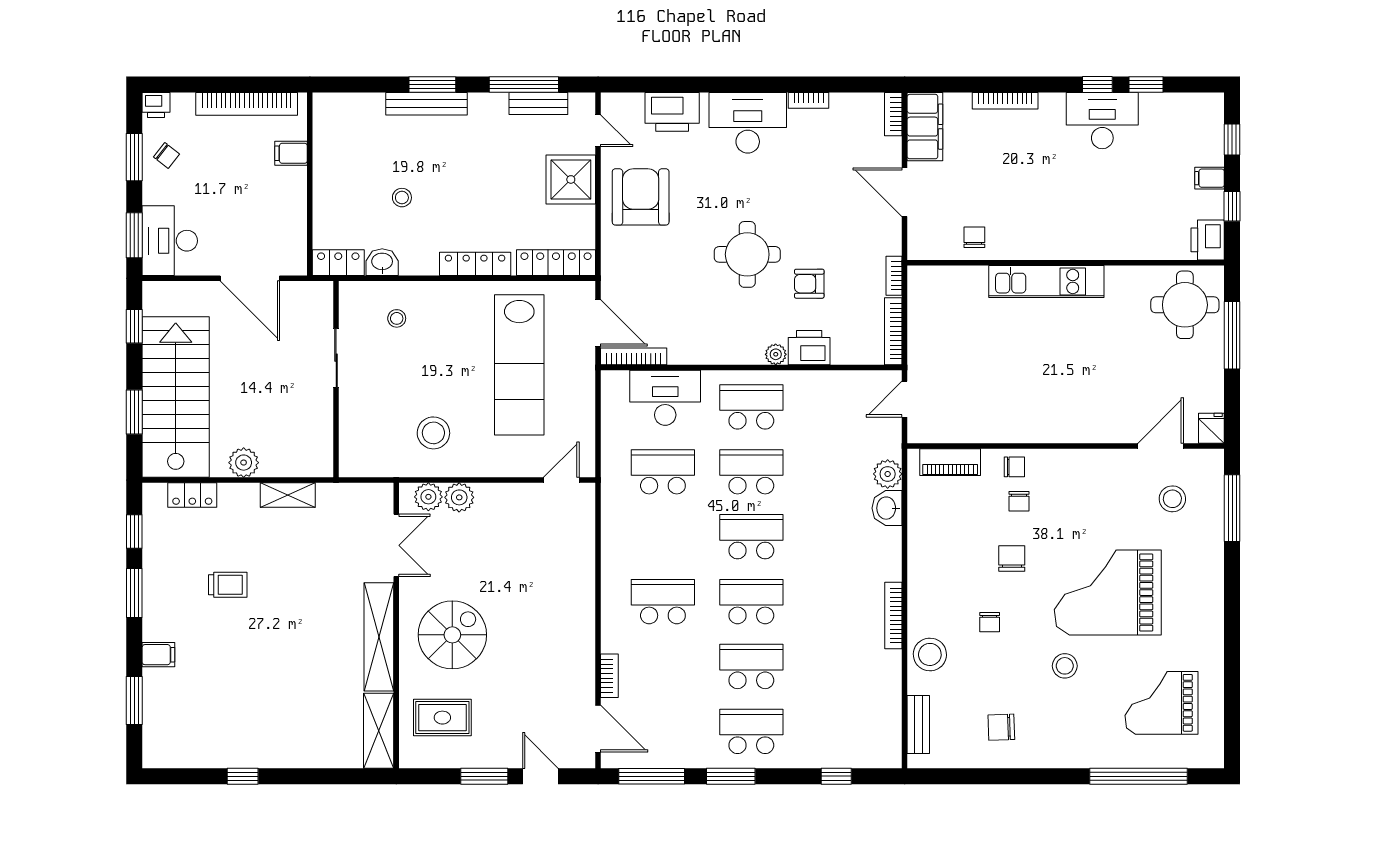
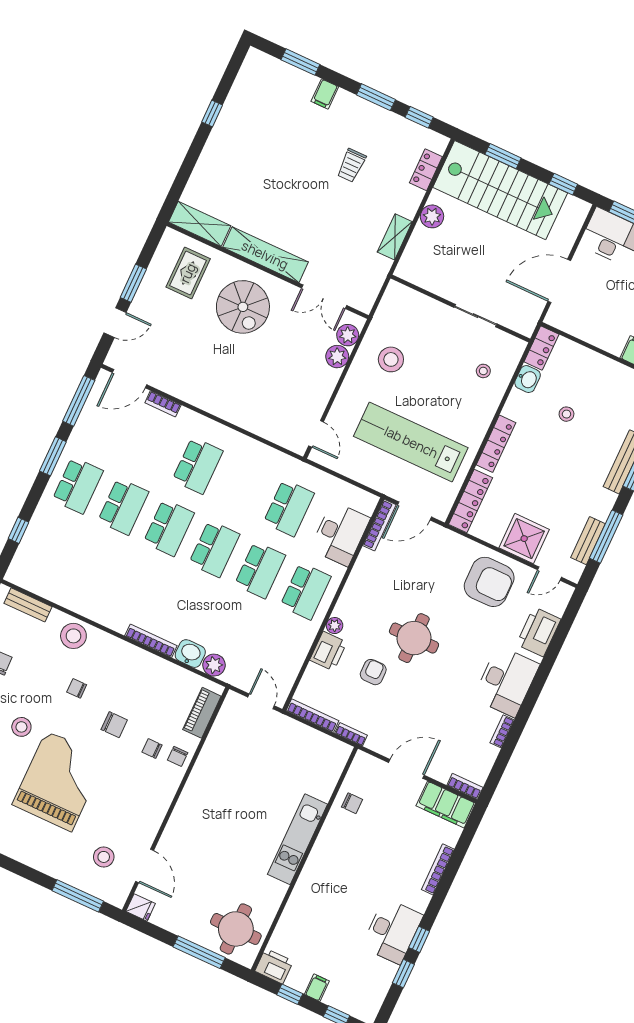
bookcase: (893, 616) -> (151, 641), moved

